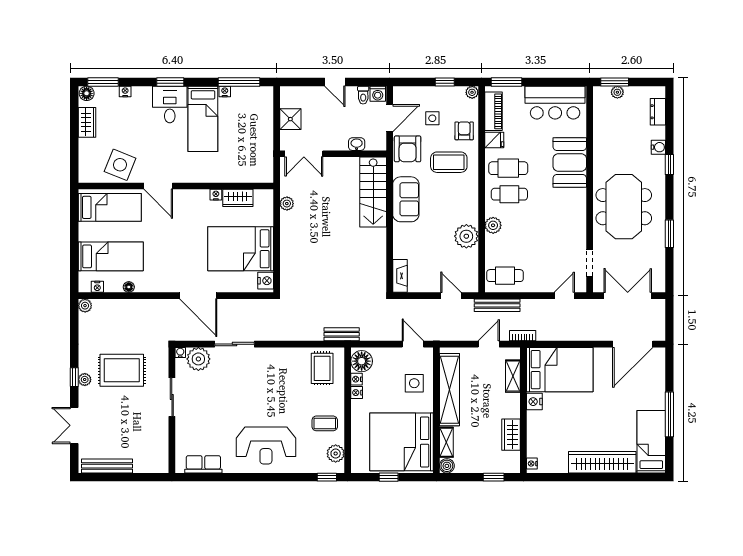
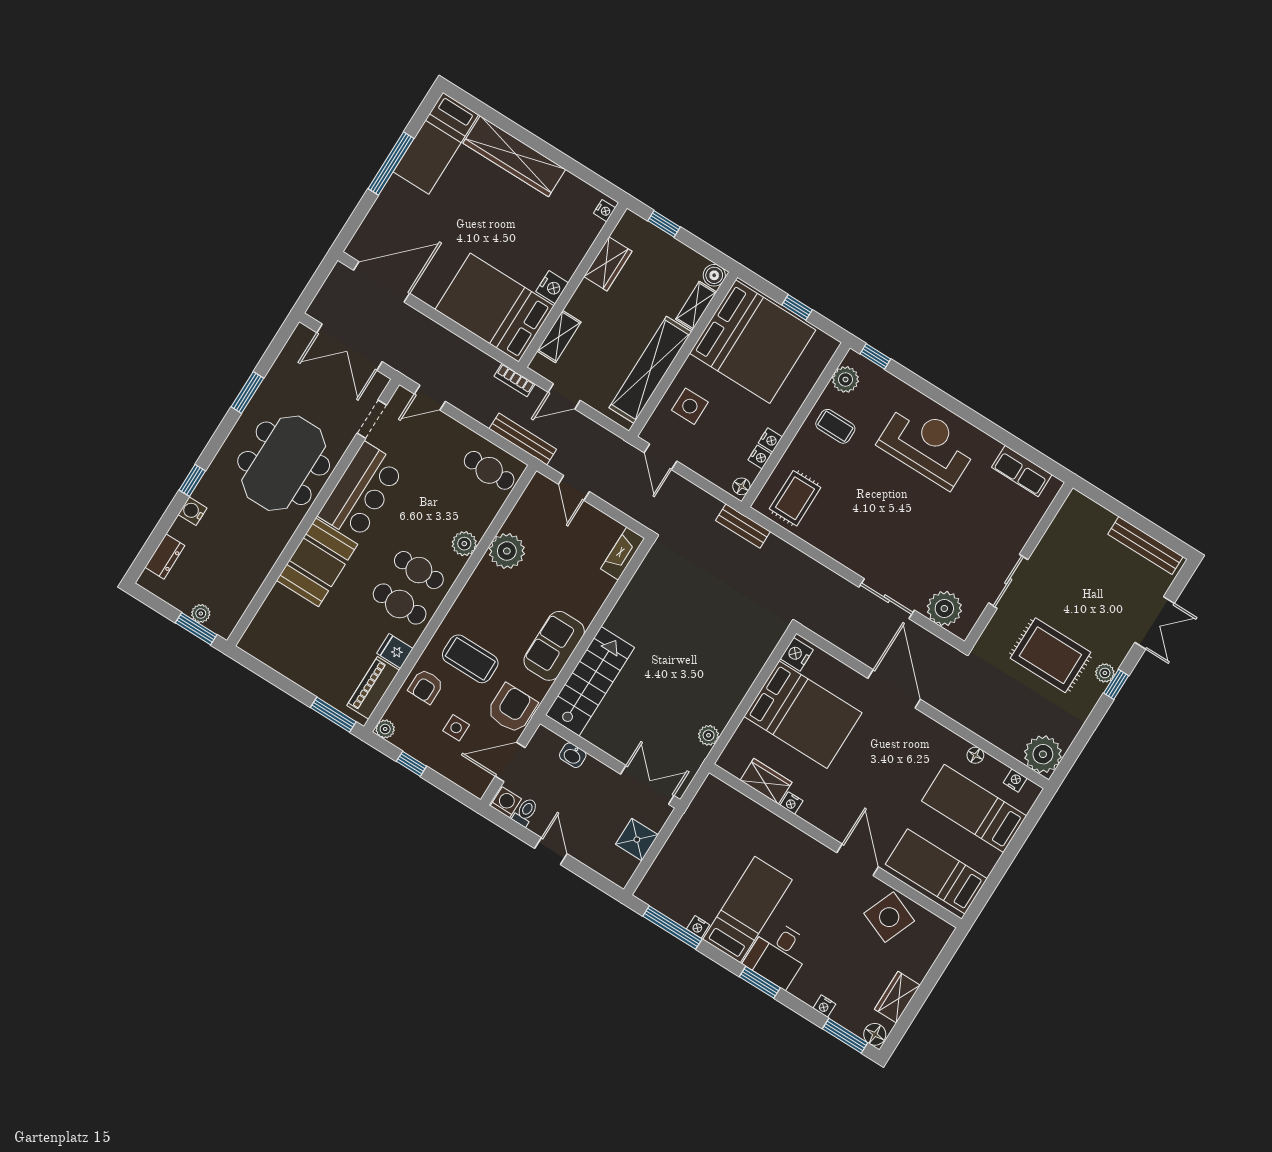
bar counter: (555, 103) -> (361, 491), moved, turned 90
plant: (85, 306) -> (1043, 754), width x1.88, depth x1.88
water cooler: (180, 352) -> (962, 631), removed
floor lamp: (362, 361) -> (741, 486), width x0.53, depth x0.53

